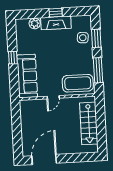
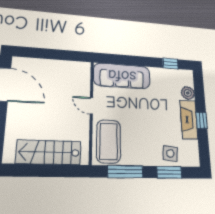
window: (13, 58) -> (170, 64), moved

